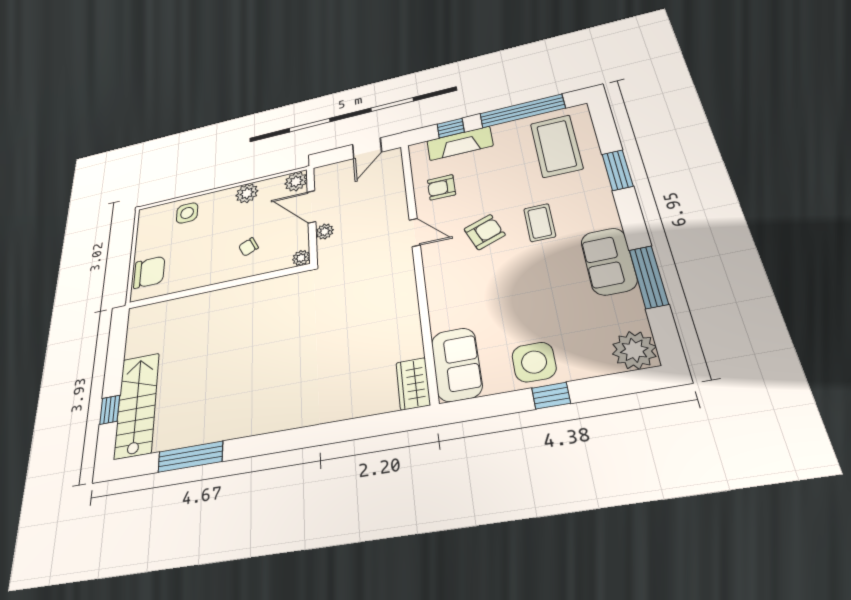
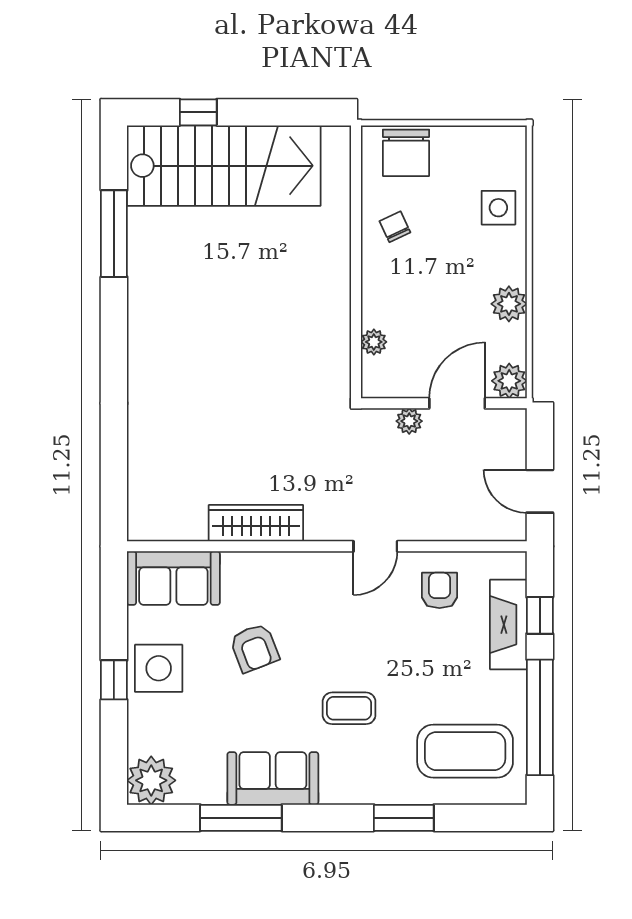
armchair: (485, 232) -> (254, 648), moved
chair: (248, 247) -> (395, 227), moved
plant: (301, 258) -> (374, 342), moved
wardrobe: (413, 384) -> (256, 523), moved, width x1.50
stairs: (137, 405) -> (224, 166), width x1.36, depth x1.51

